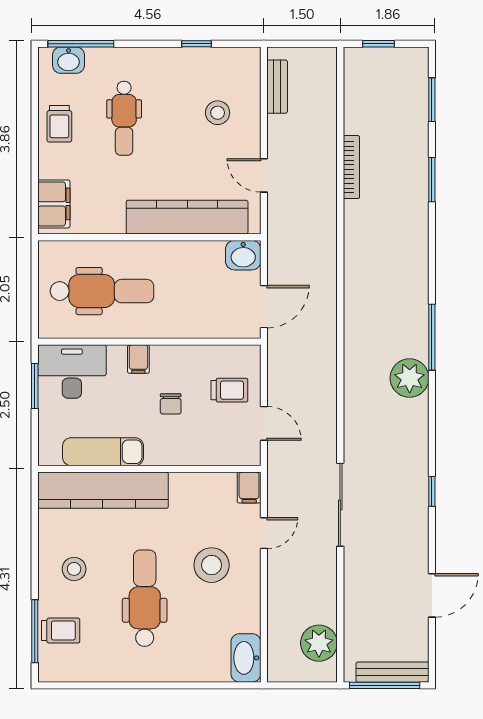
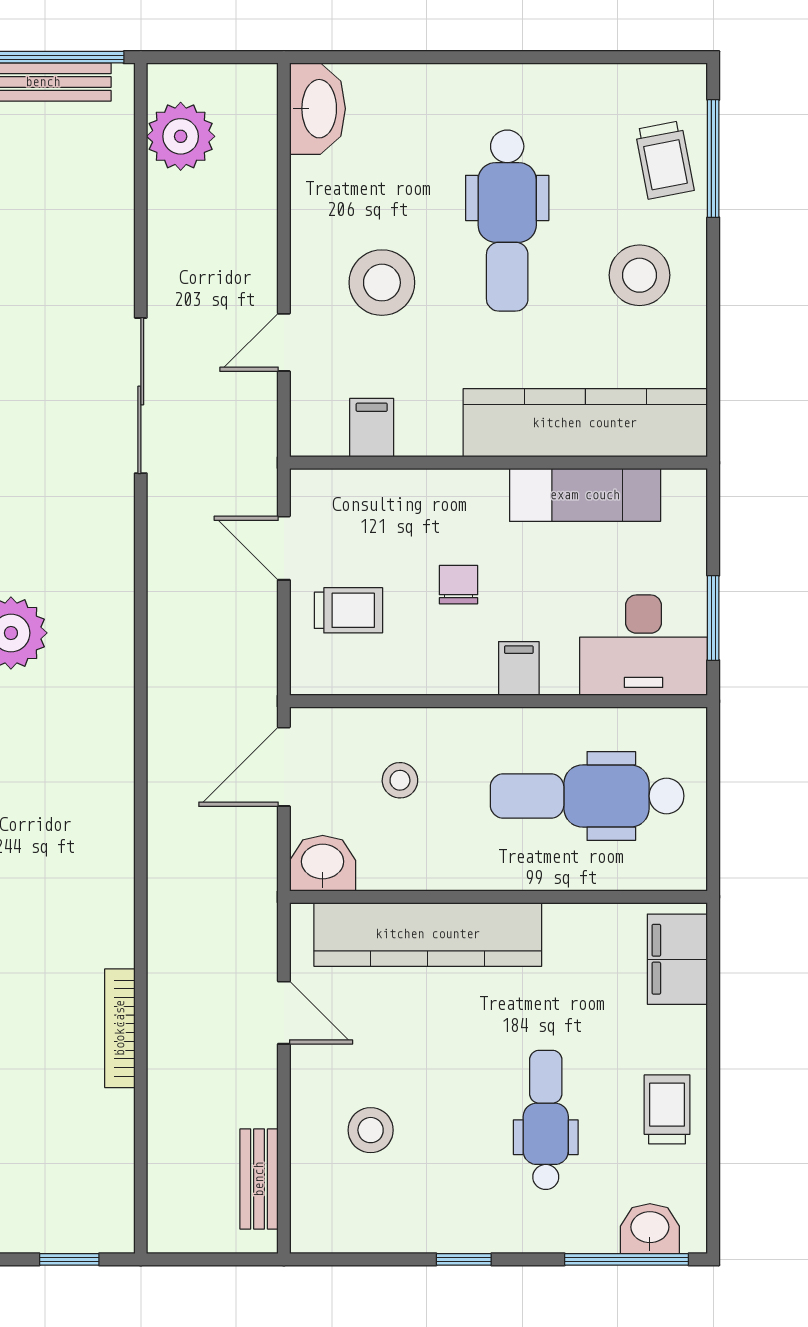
window: (196, 44) -> (464, 1259), moved
stool: (202, 299) -> (400, 780), added
trolley: (229, 390) -> (348, 610), turned 180
filing cabinet: (249, 488) -> (372, 428), moved
stool: (74, 569) -> (640, 275), width x1.38, depth x1.38
trolley: (61, 631) -> (665, 160), turned -101

